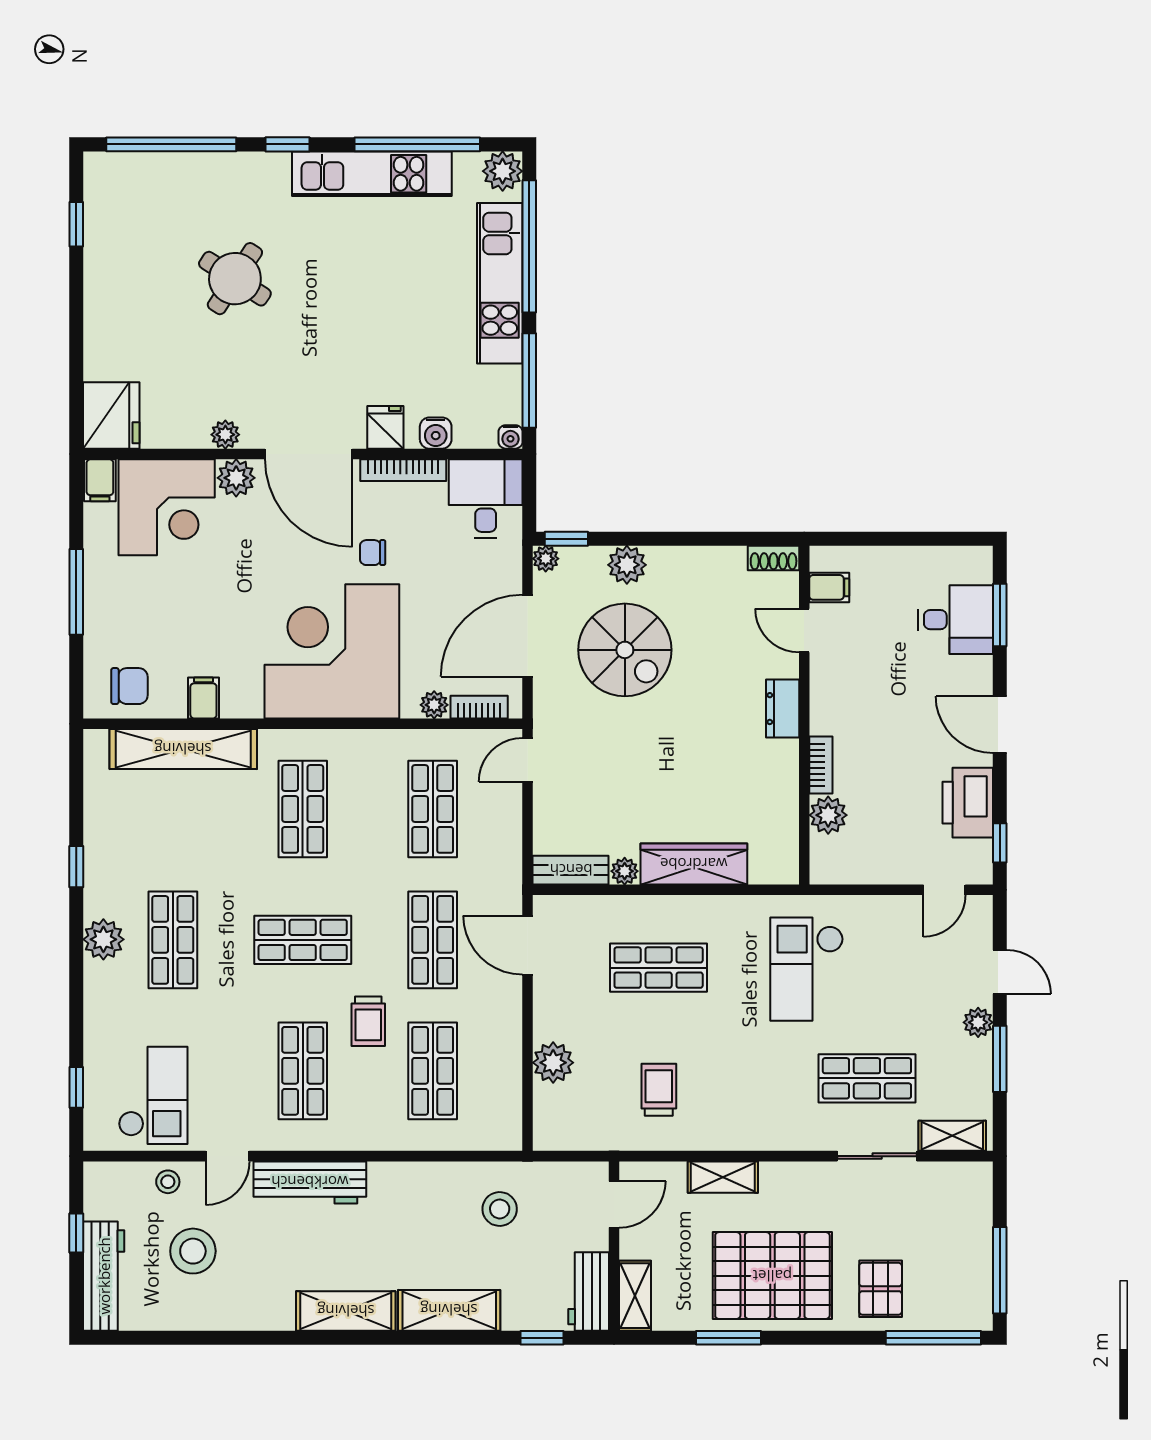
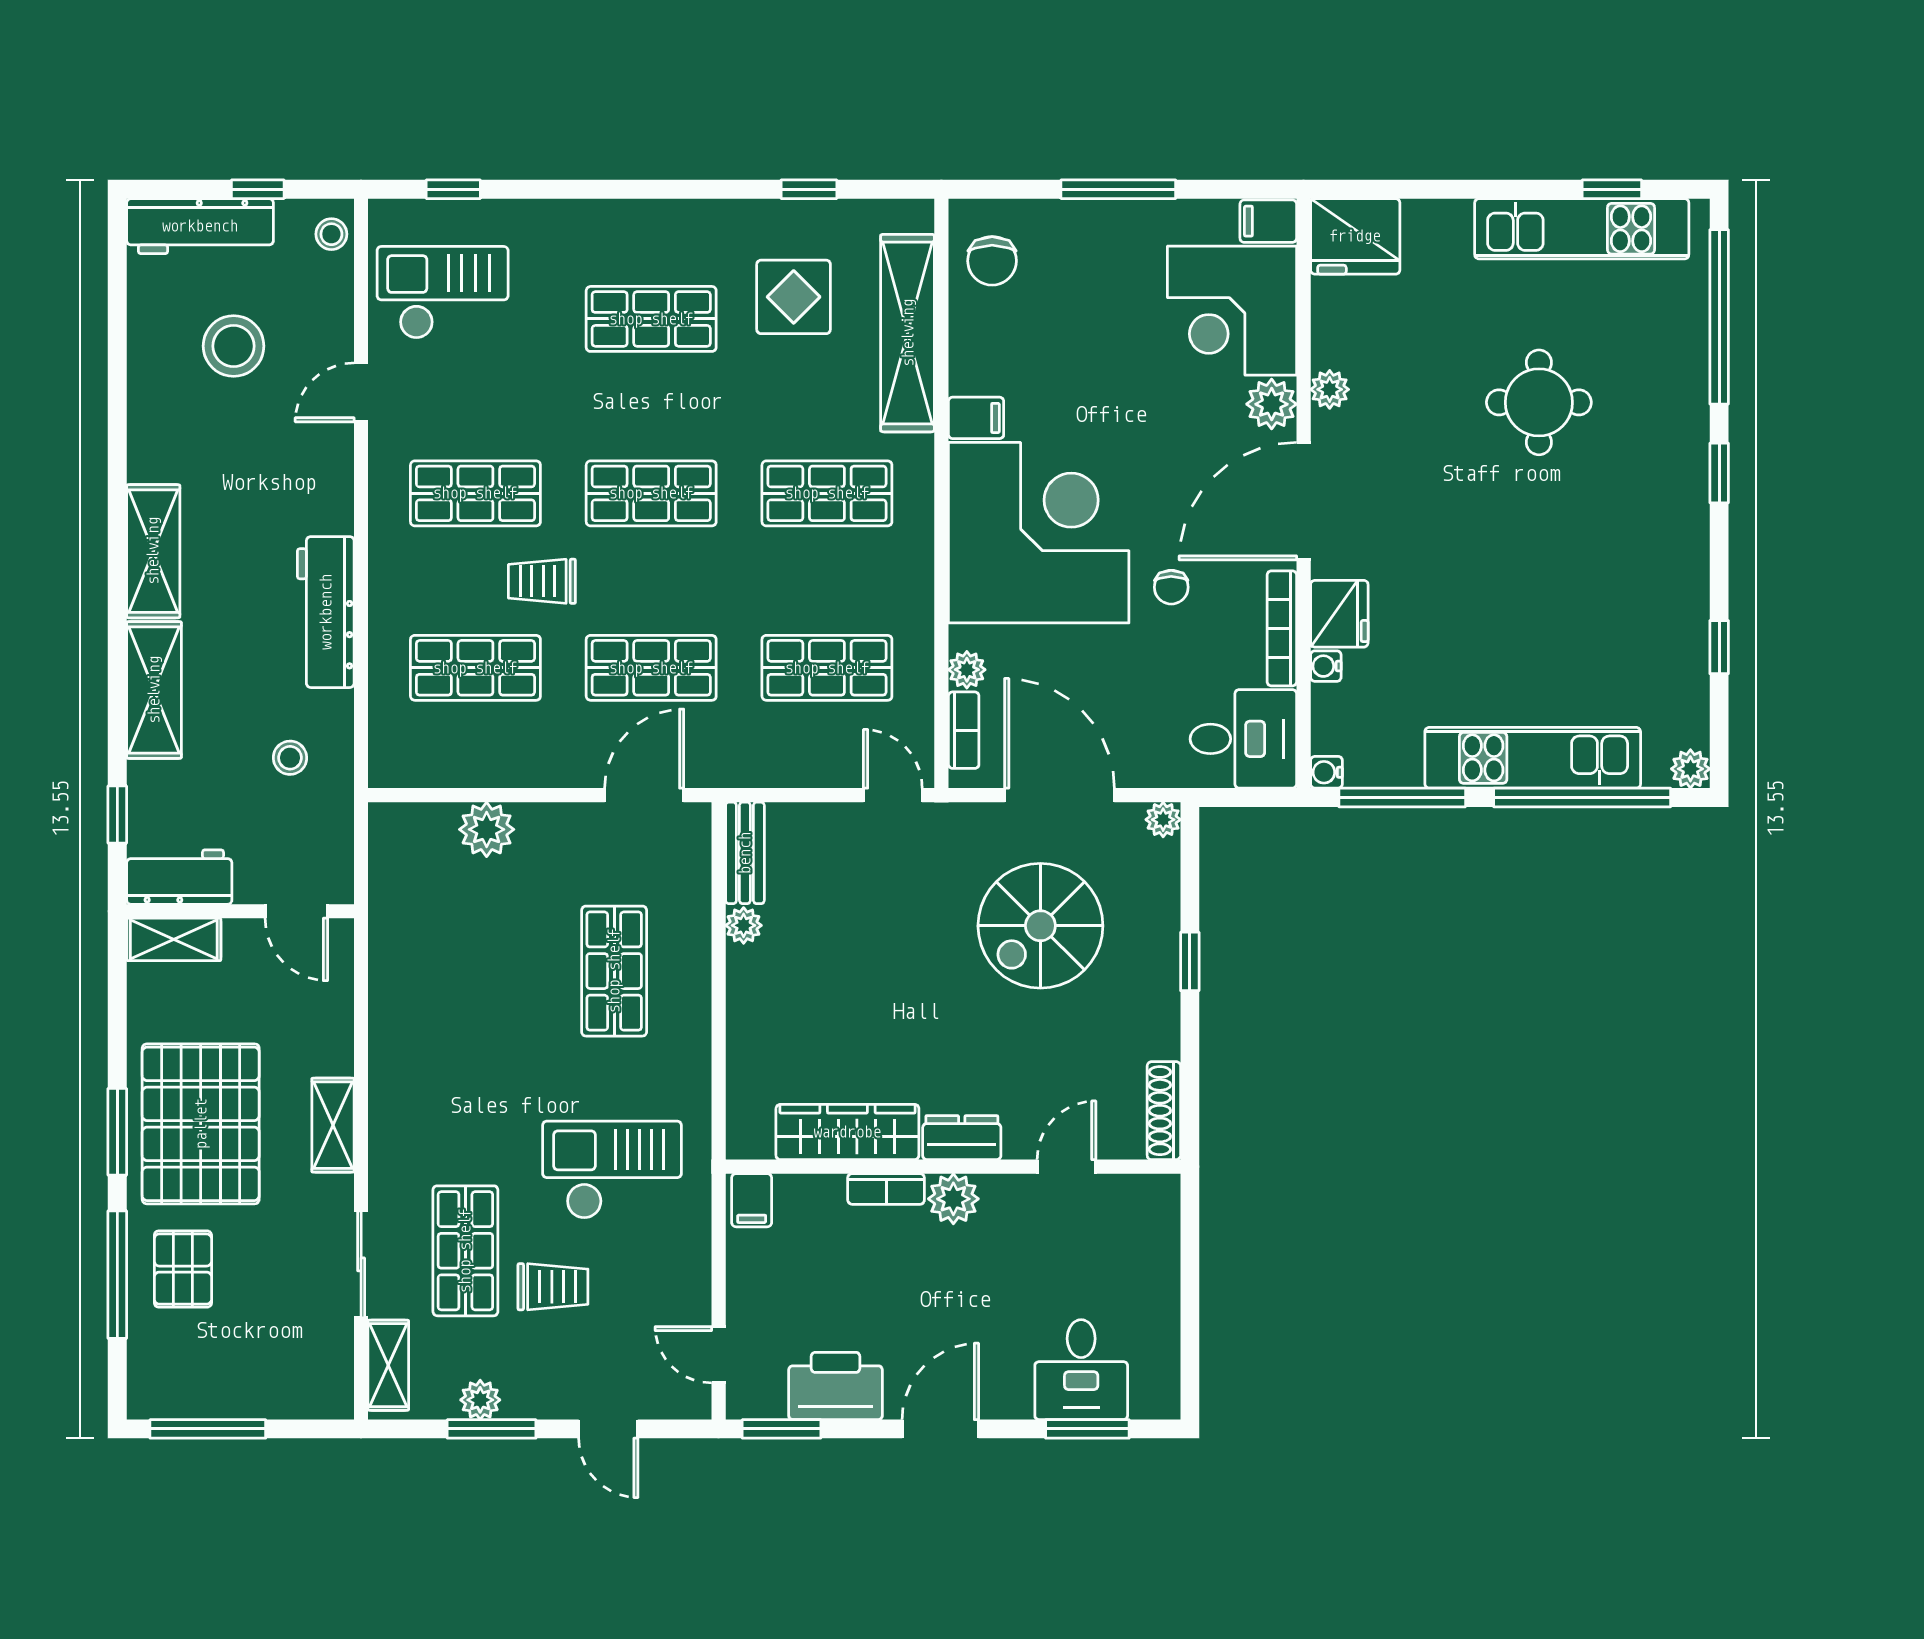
window: (417, 144) -> (1719, 647), width x0.32
plant: (503, 171) -> (1690, 769), width x0.73, depth x0.73
kitchen unit: (372, 174) -> (1582, 229), moved, turned -90
round table: (235, 279) -> (1539, 402), turned -33
fridge: (385, 427) -> (1339, 614), width x1.38
water cooler: (436, 433) -> (1326, 666), width x0.72, depth x0.72
window: (566, 539) -> (1190, 961), moved
chair: (373, 553) -> (1171, 587), turned 180
shoe rack: (774, 558) -> (1164, 1111), width x1.43
plant: (627, 565) -> (1155, 929), removed
filing cabinet: (829, 587) -> (752, 1200), moved
filing cabinet: (203, 698) -> (976, 418), moved
plant: (828, 815) -> (953, 1199), moved
display table: (156, 834) -> (794, 297), added
window: (1000, 843) -> (782, 1429), width x1.50
wardrobe: (694, 864) -> (847, 1132), moved, turned -90
window: (76, 867) -> (809, 189), moved
plant: (103, 939) -> (652, 226), removed
shop shelf: (303, 940) -> (651, 493), turned 90
door: (1000, 972) -> (608, 1429), hinge flipped
plant: (978, 1022) -> (480, 1400), moved
trolley: (659, 1090) -> (553, 1287), moved
checkout: (153, 1095) -> (443, 292), turned 180
door: (227, 1156) -> (361, 392), hinge flipped
shelving: (723, 1177) -> (333, 1125), moved
stool: (168, 1182) -> (331, 234), moved
workbench: (310, 1182) -> (326, 612), moved
stool: (500, 1209) -> (290, 758), width x0.73, depth x0.73
pallet: (881, 1289) -> (183, 1269), turned 90
window: (728, 1338) -> (117, 1132), moved
window: (933, 1338) -> (117, 1275), moved

